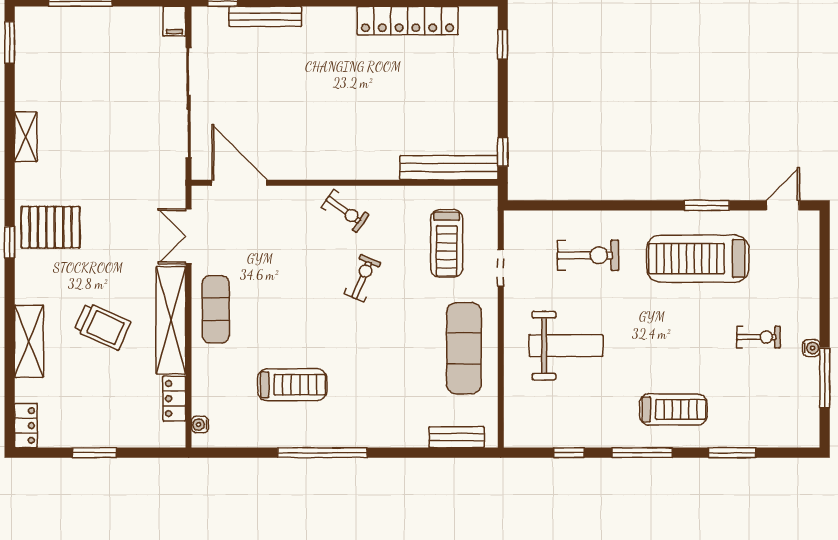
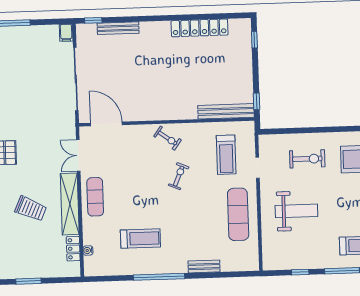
water cooler: (200, 425) -> (88, 250), moved
bench: (457, 437) -> (204, 266), moved

